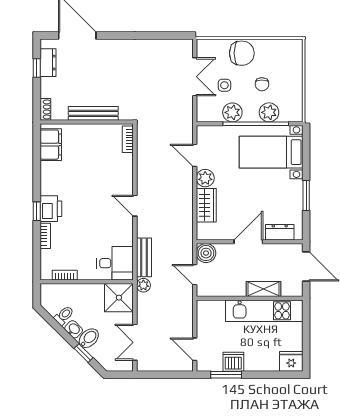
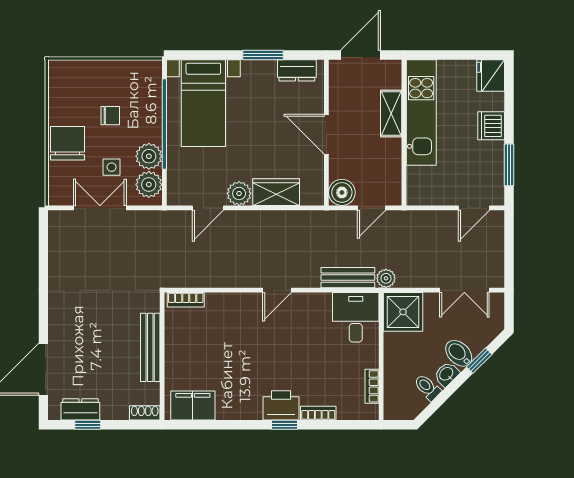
plant: (269, 112) -> (149, 184), moved
dresser: (280, 232) -> (297, 70), moved, turned -90
dishwasher: (233, 362) -> (491, 126), moved

